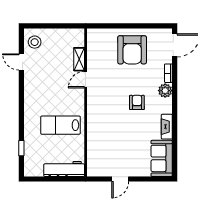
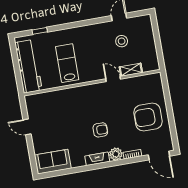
stool: (35, 42) -> (122, 41), moved
fireplace: (167, 127) -> (97, 159), moved
workbench: (64, 169) -> (28, 66), width x1.36, depth x1.32

